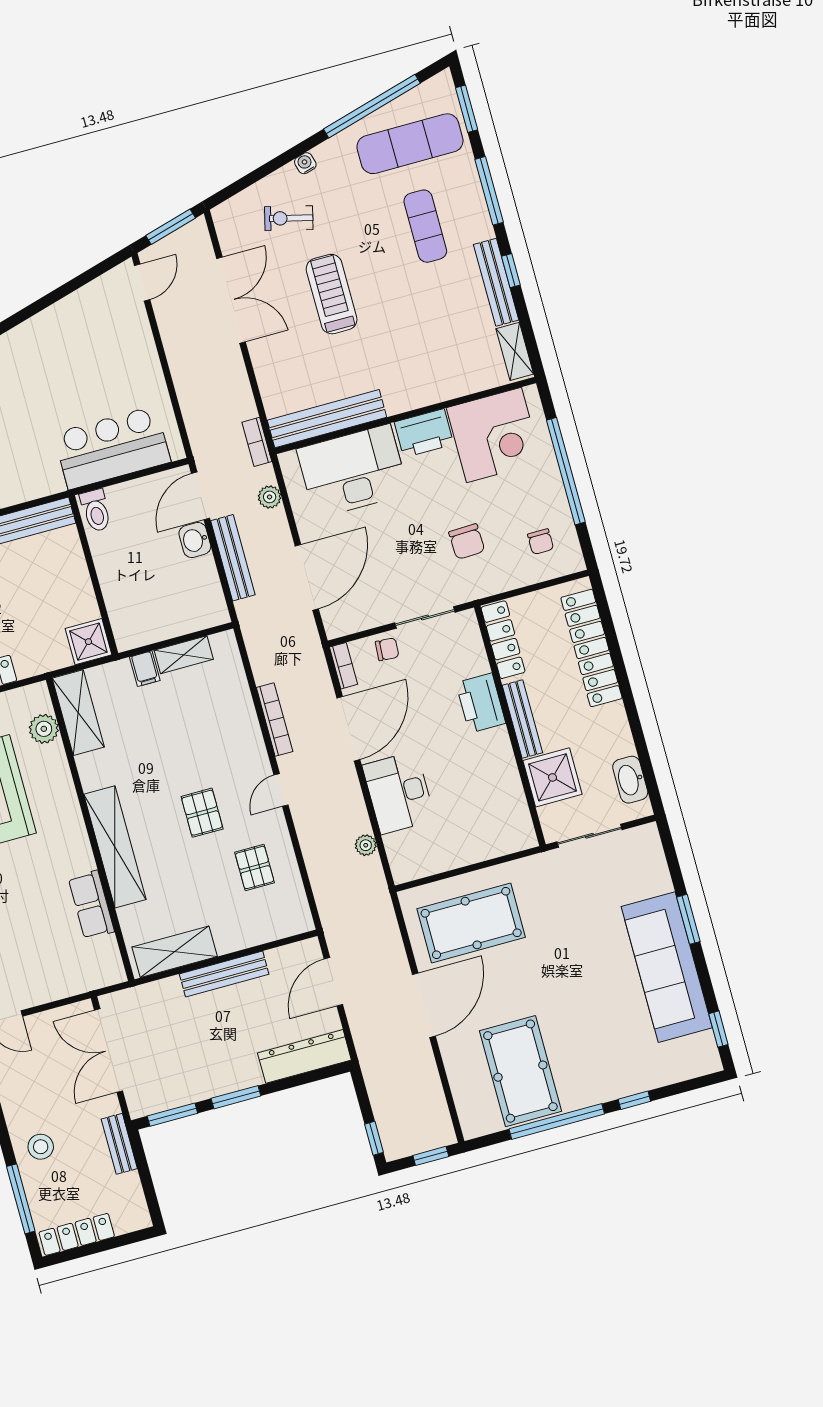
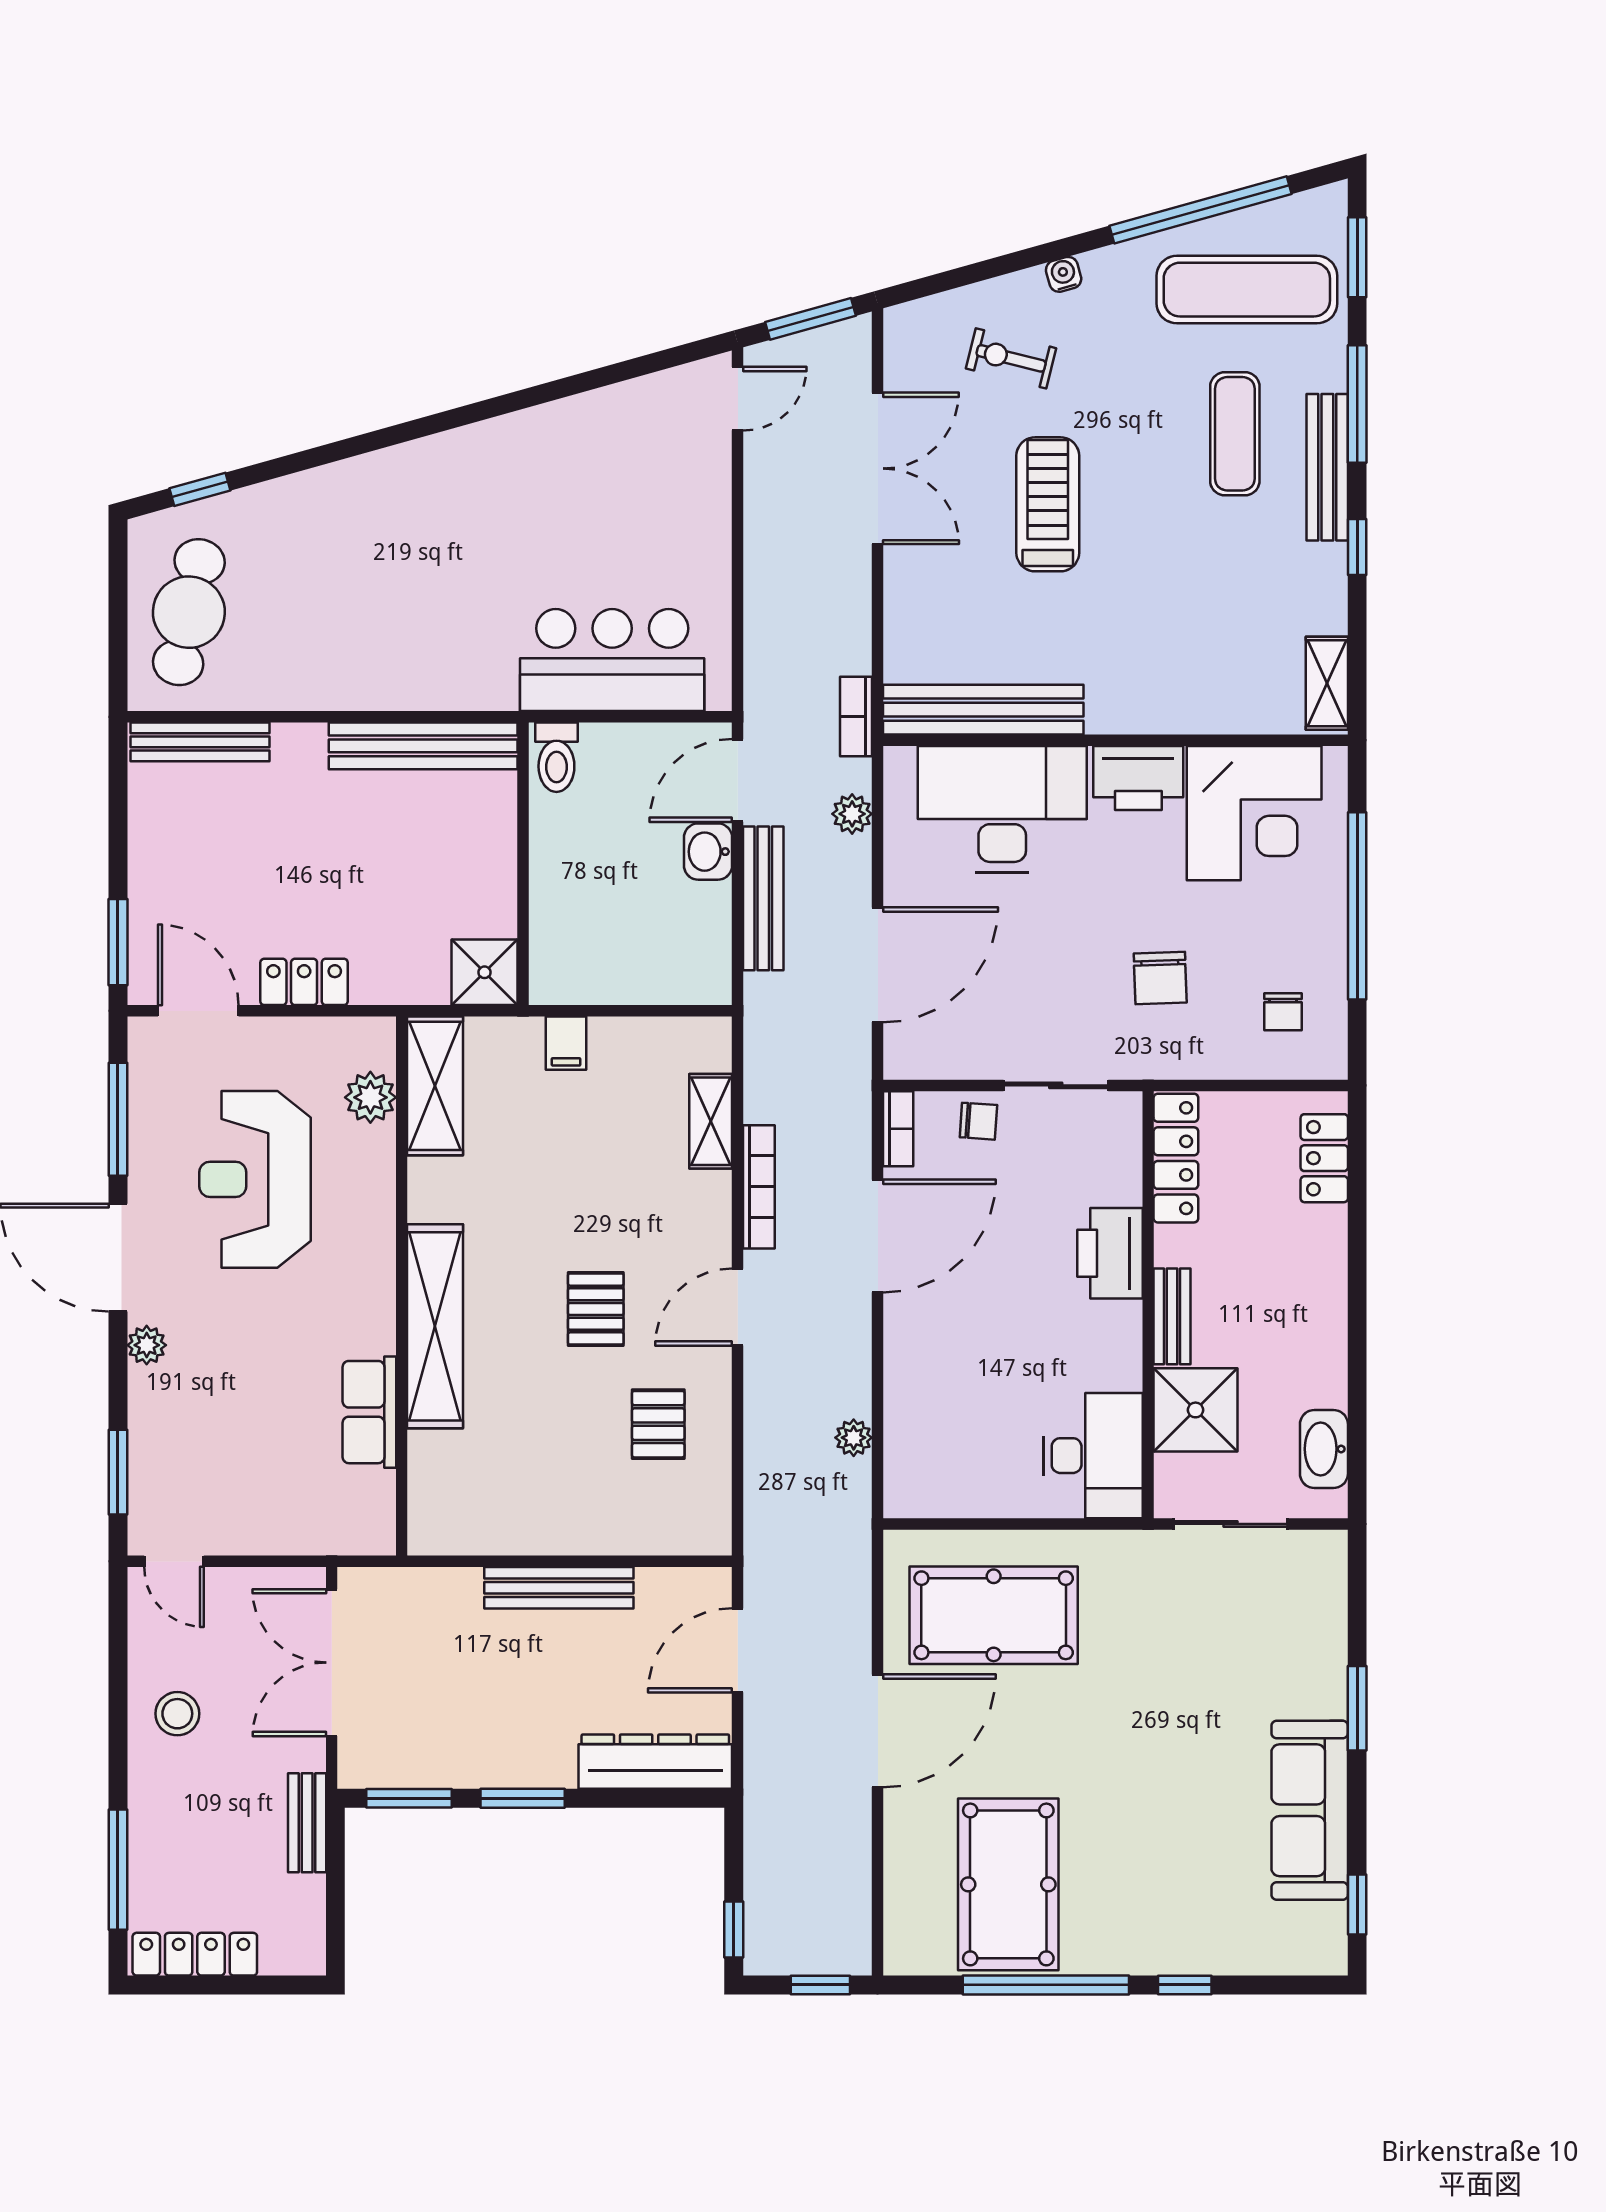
bench: (496, 282) -> (1327, 467), moved
locker: (591, 648) -> (1324, 1158), width x0.46, depth x0.83
shelving: (184, 655) -> (711, 1121), moved, turned 90
bench: (522, 719) -> (1172, 1316), width x0.73
door: (281, 790) -> (738, 1307), width x1.38
desk: (399, 793) -> (1093, 1456), moved, turned 180
shelving: (175, 952) -> (487, 1528), removed
sofa: (667, 967) -> (1310, 1810), width x0.74, depth x0.79
stool: (41, 1147) -> (177, 1714), moved

